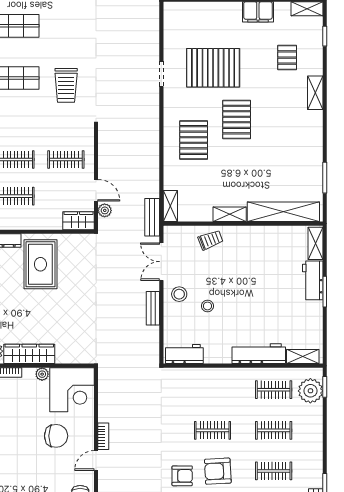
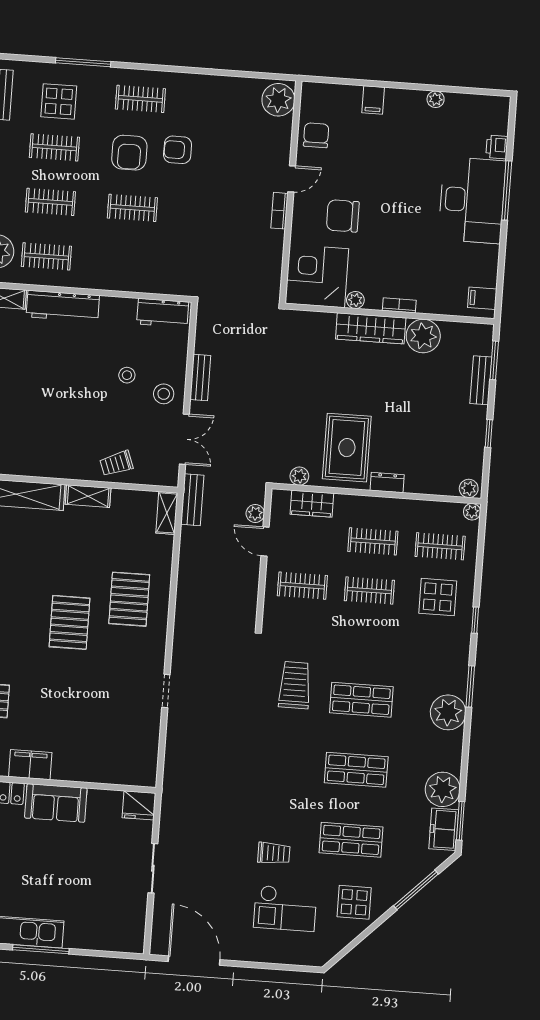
pallet: (213, 68) -> (96, 694), removed
wardrobe: (78, 221) -> (312, 504), moved
plant: (74, 241) -> (299, 476), added
armchair: (218, 471) -> (129, 153), turned 93

